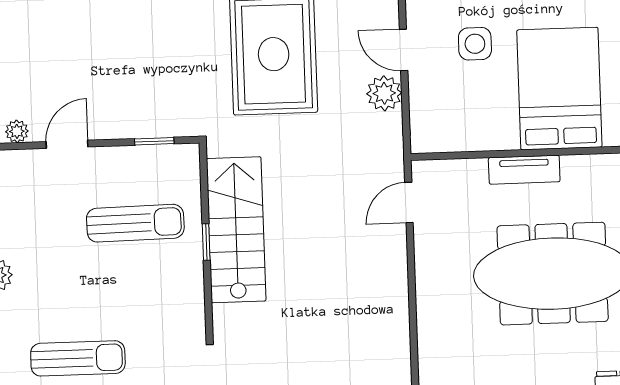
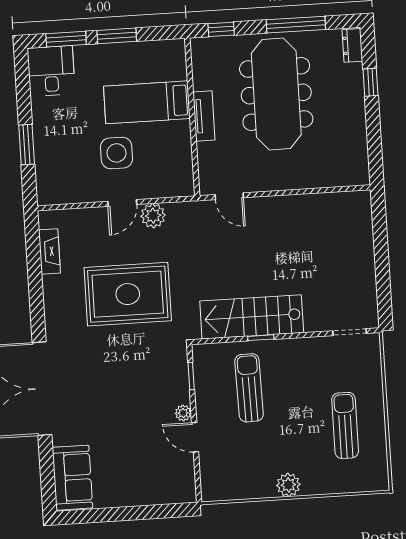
side table: (475, 44) -> (116, 153), width x1.37, depth x1.37
bed: (559, 89) -> (147, 102), width x0.67
plant: (17, 131) -> (183, 413), moved

